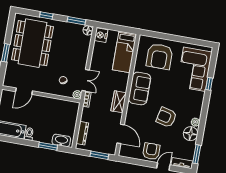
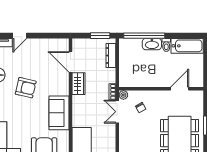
wardrobe: (119, 102) -> (78, 84), moved
washbasin: (61, 140) -> (152, 44), moved
window: (48, 146) -> (144, 36), width x2.11
armchair: (151, 151) -> (35, 49), removed
window: (99, 155) -> (100, 36), moved

